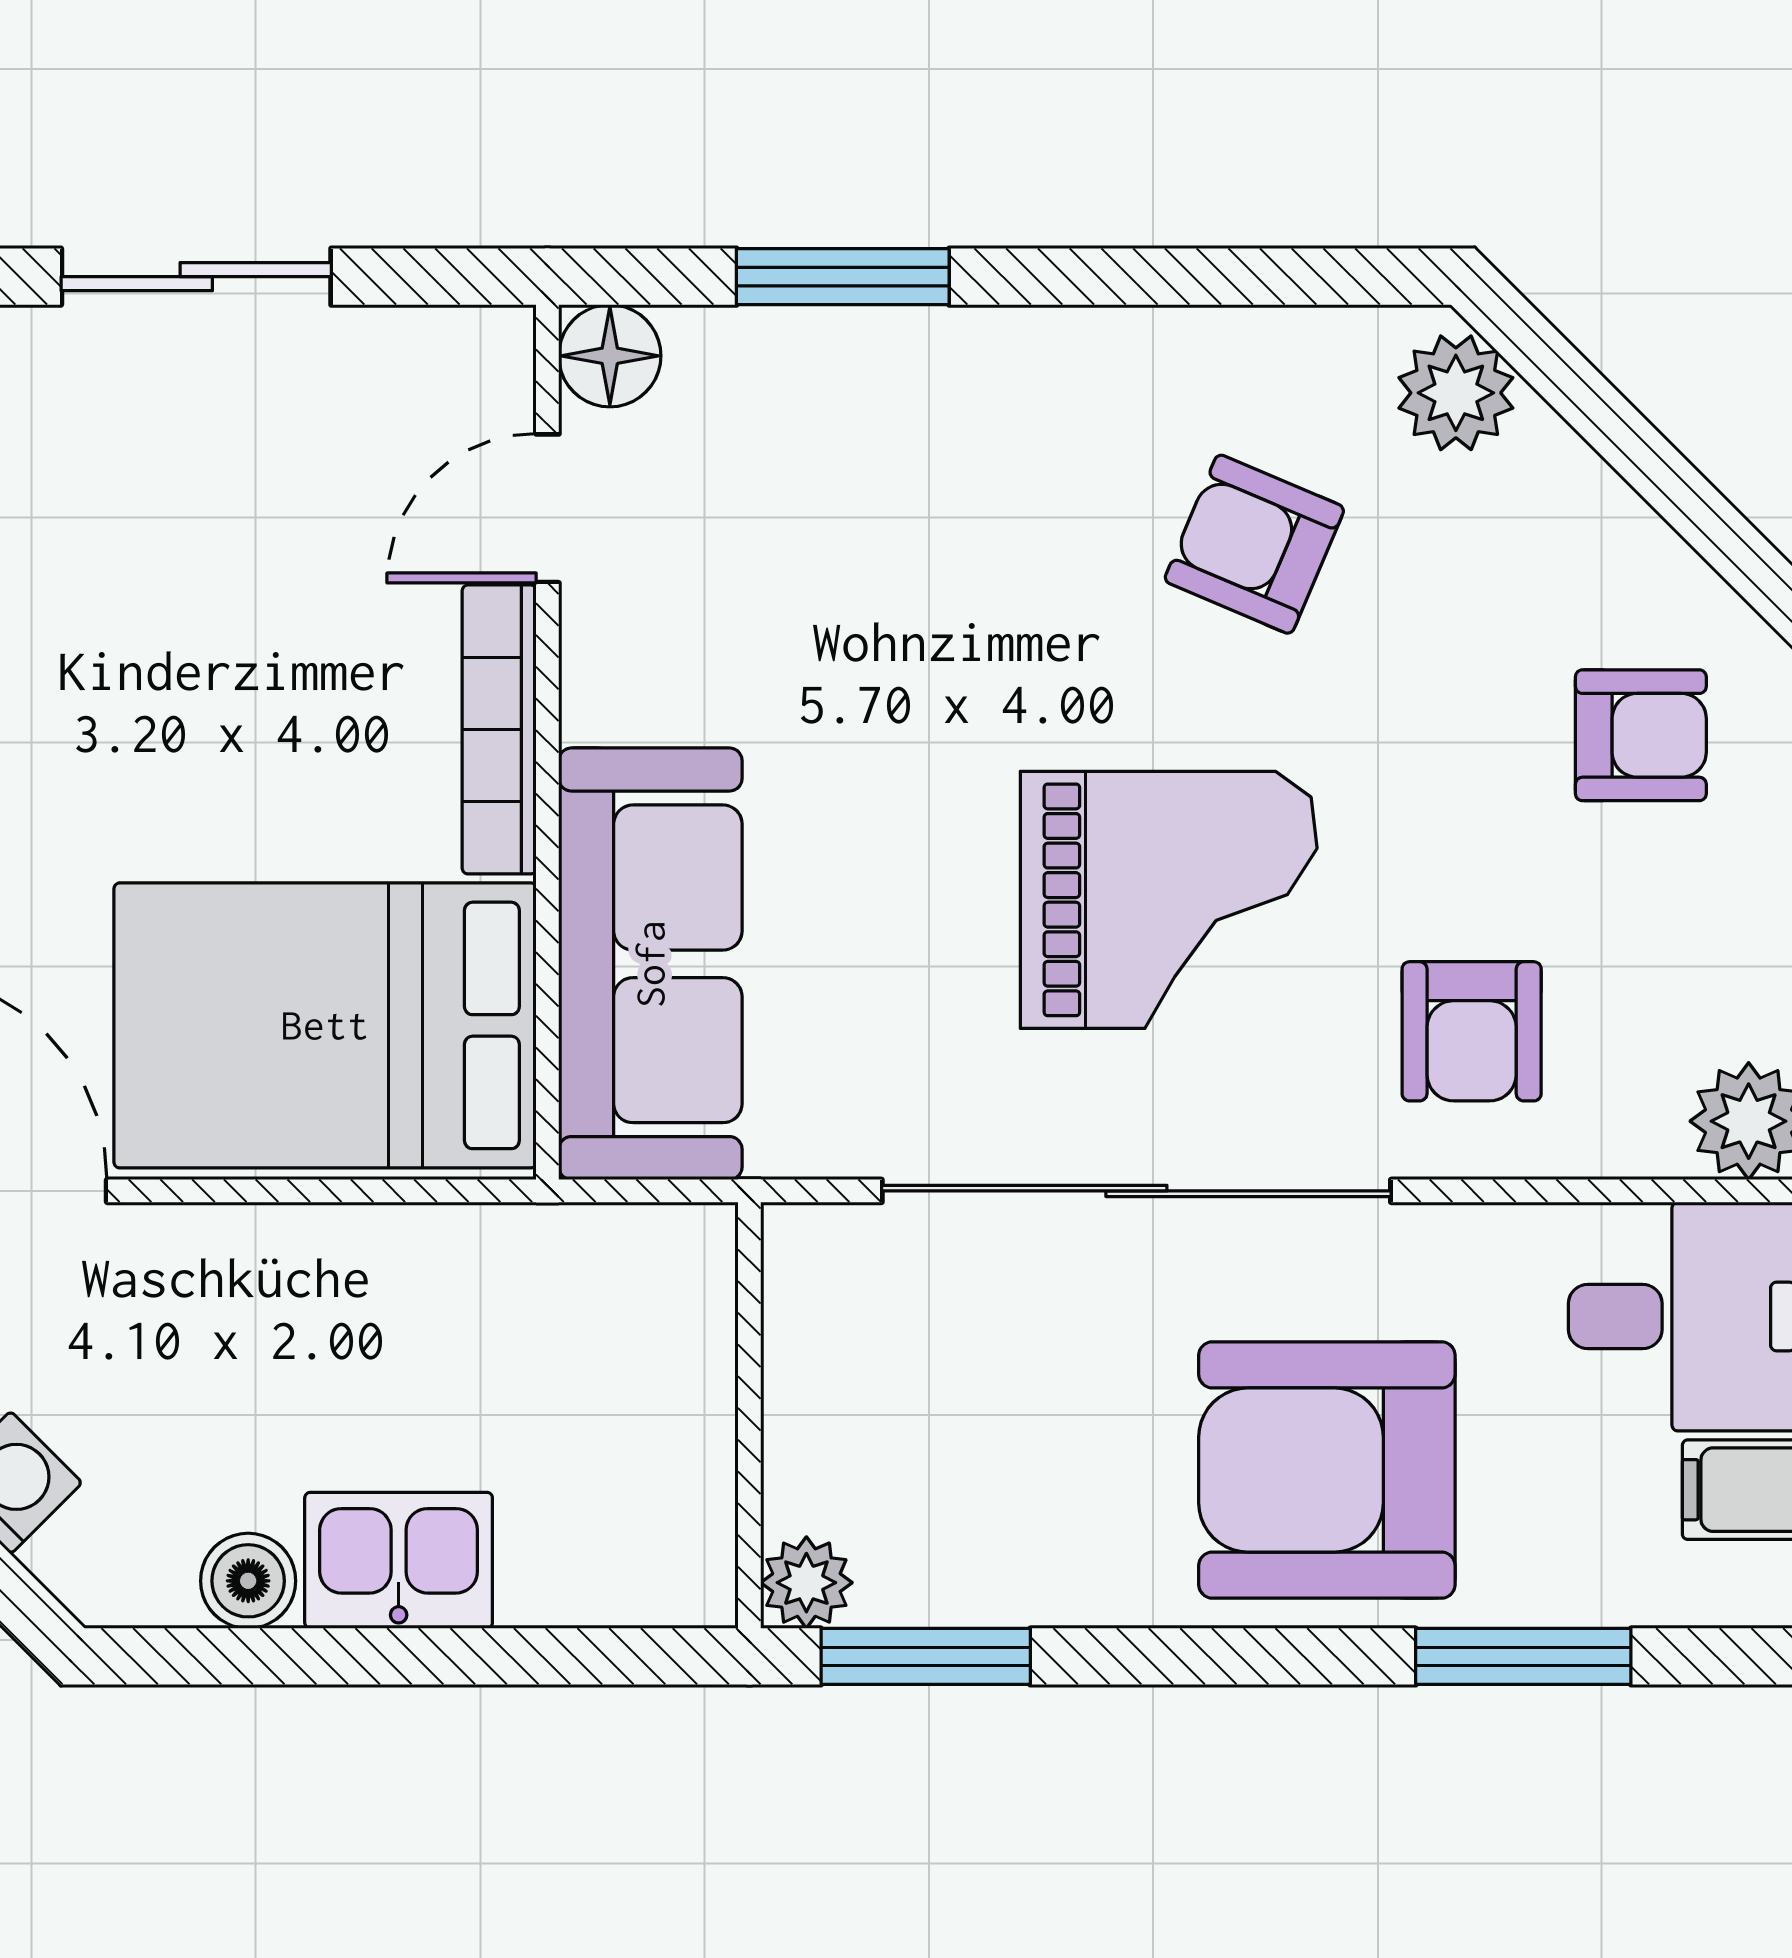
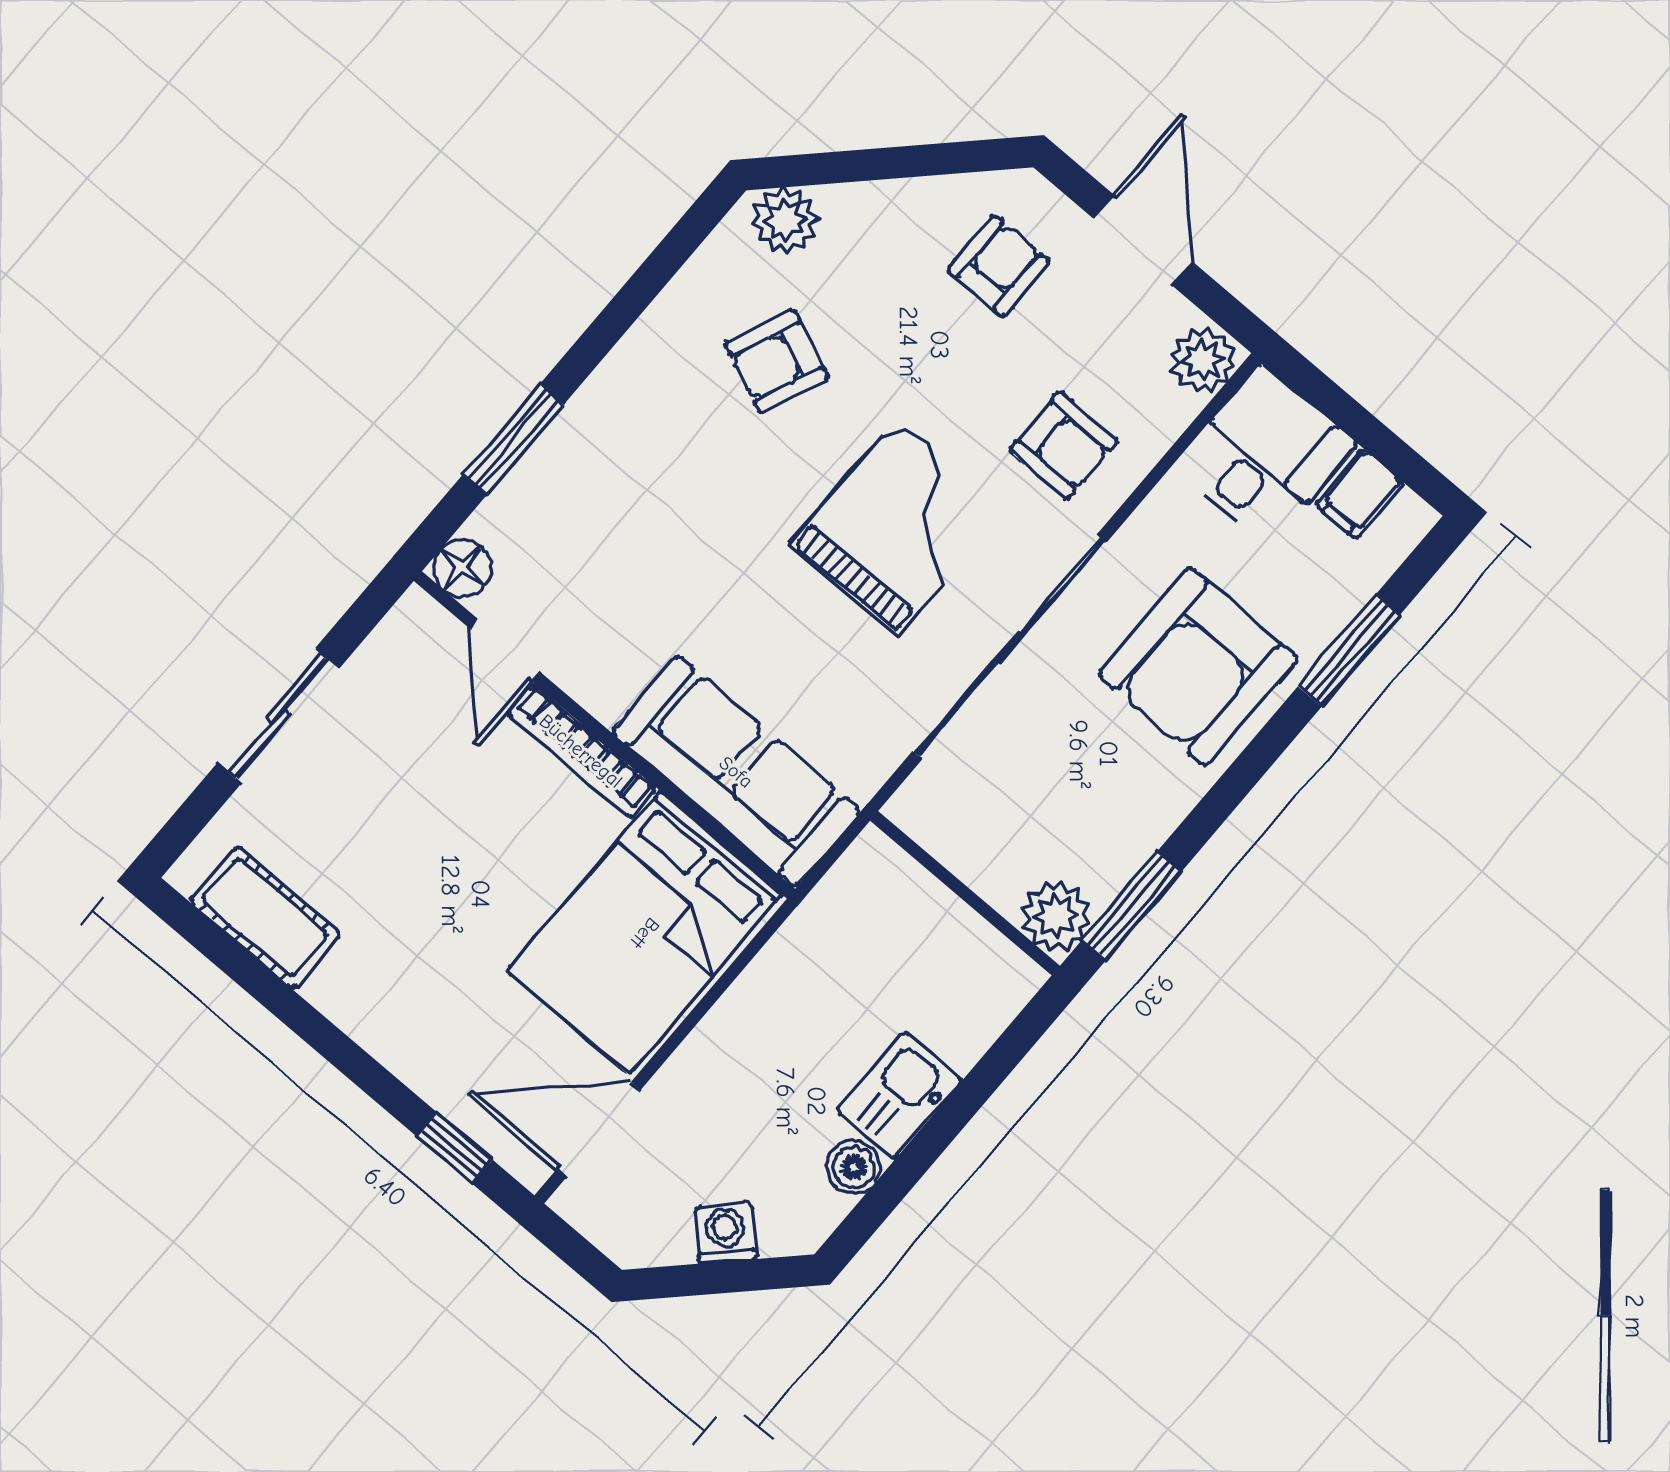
plant: (806, 1583) -> (1056, 916), width x1.38, depth x1.38

